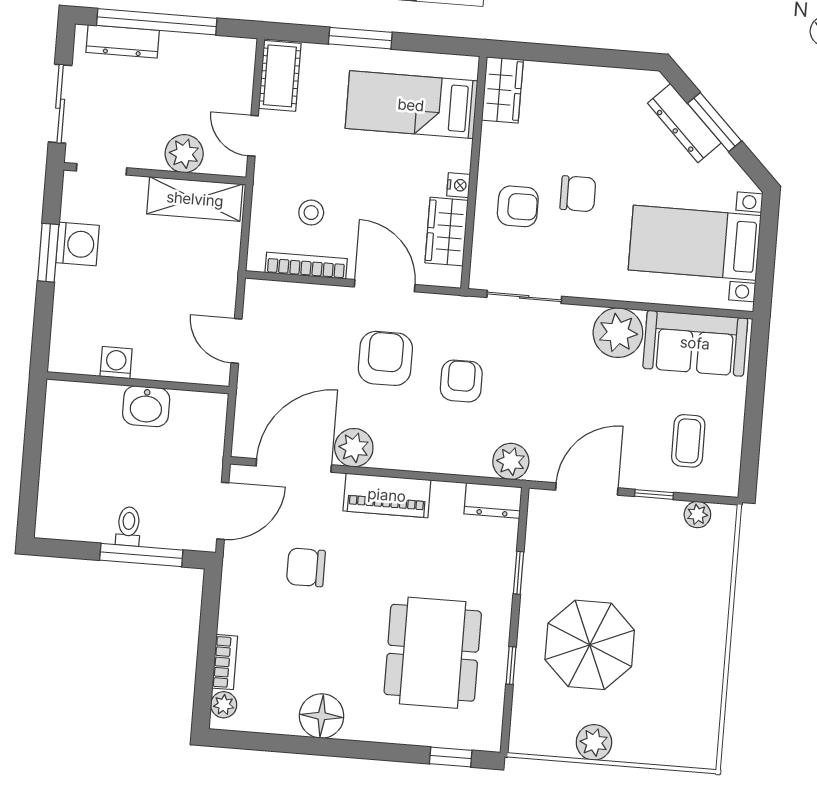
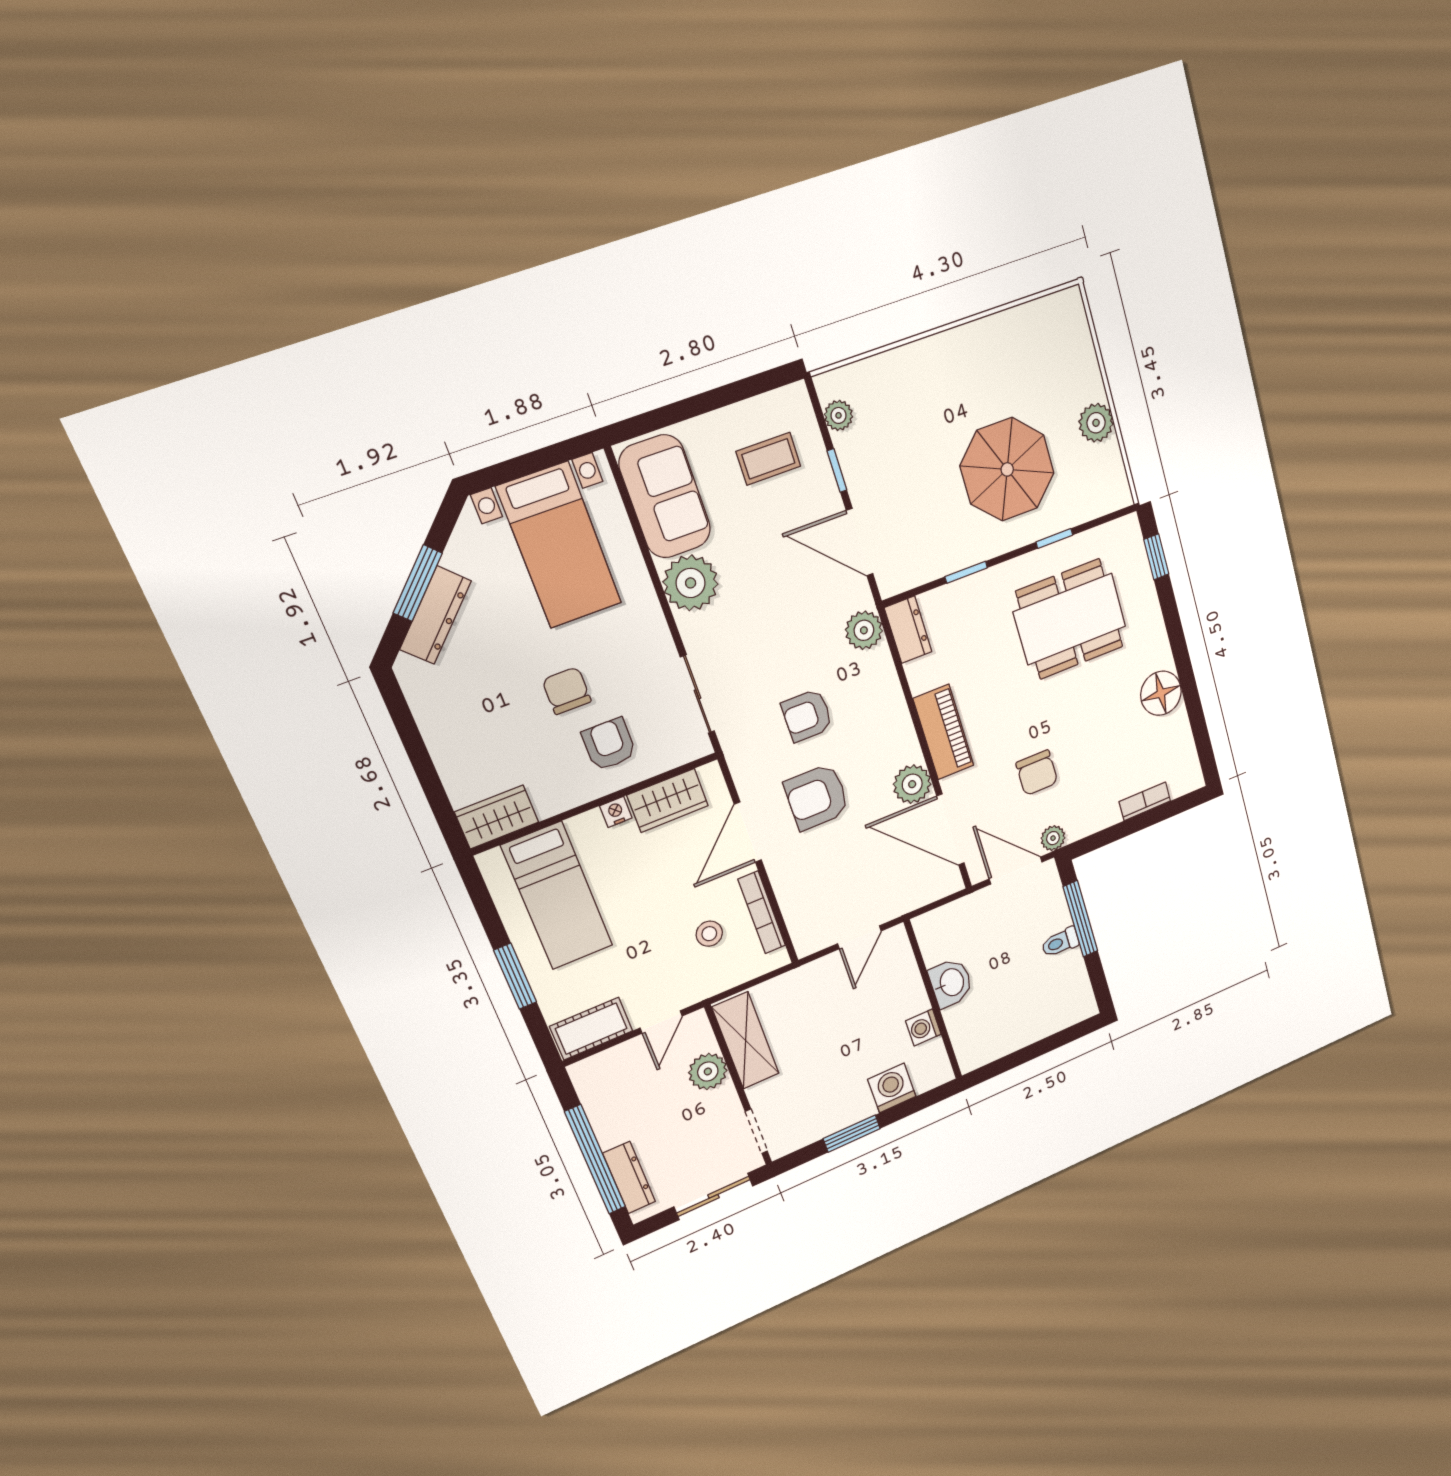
washing machine: (78, 244) -> (892, 1088), moved
plant: (224, 705) -> (1053, 838), moved

